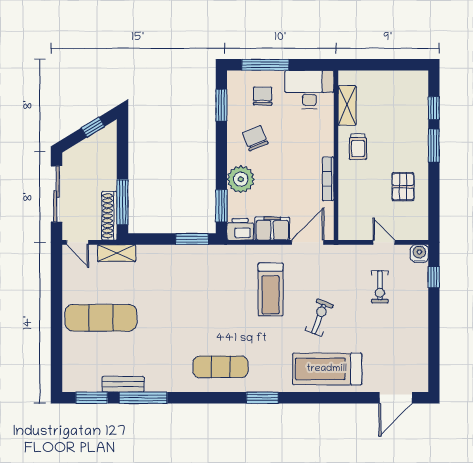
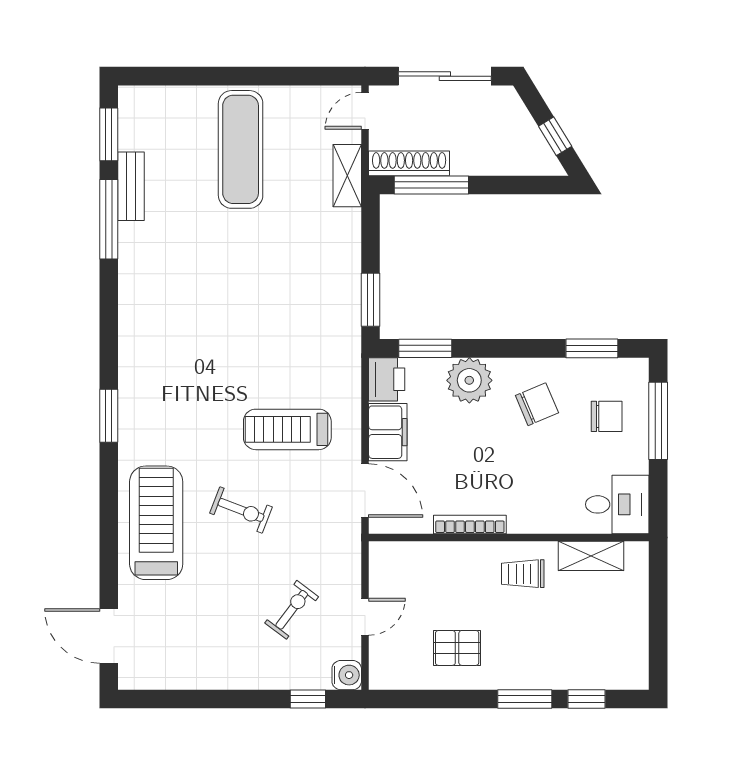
desk: (309, 90) -> (617, 504), width x0.73
exercise bike: (380, 287) -> (292, 610), turned 127
exercise mat: (220, 367) -> (160, 347), removed

